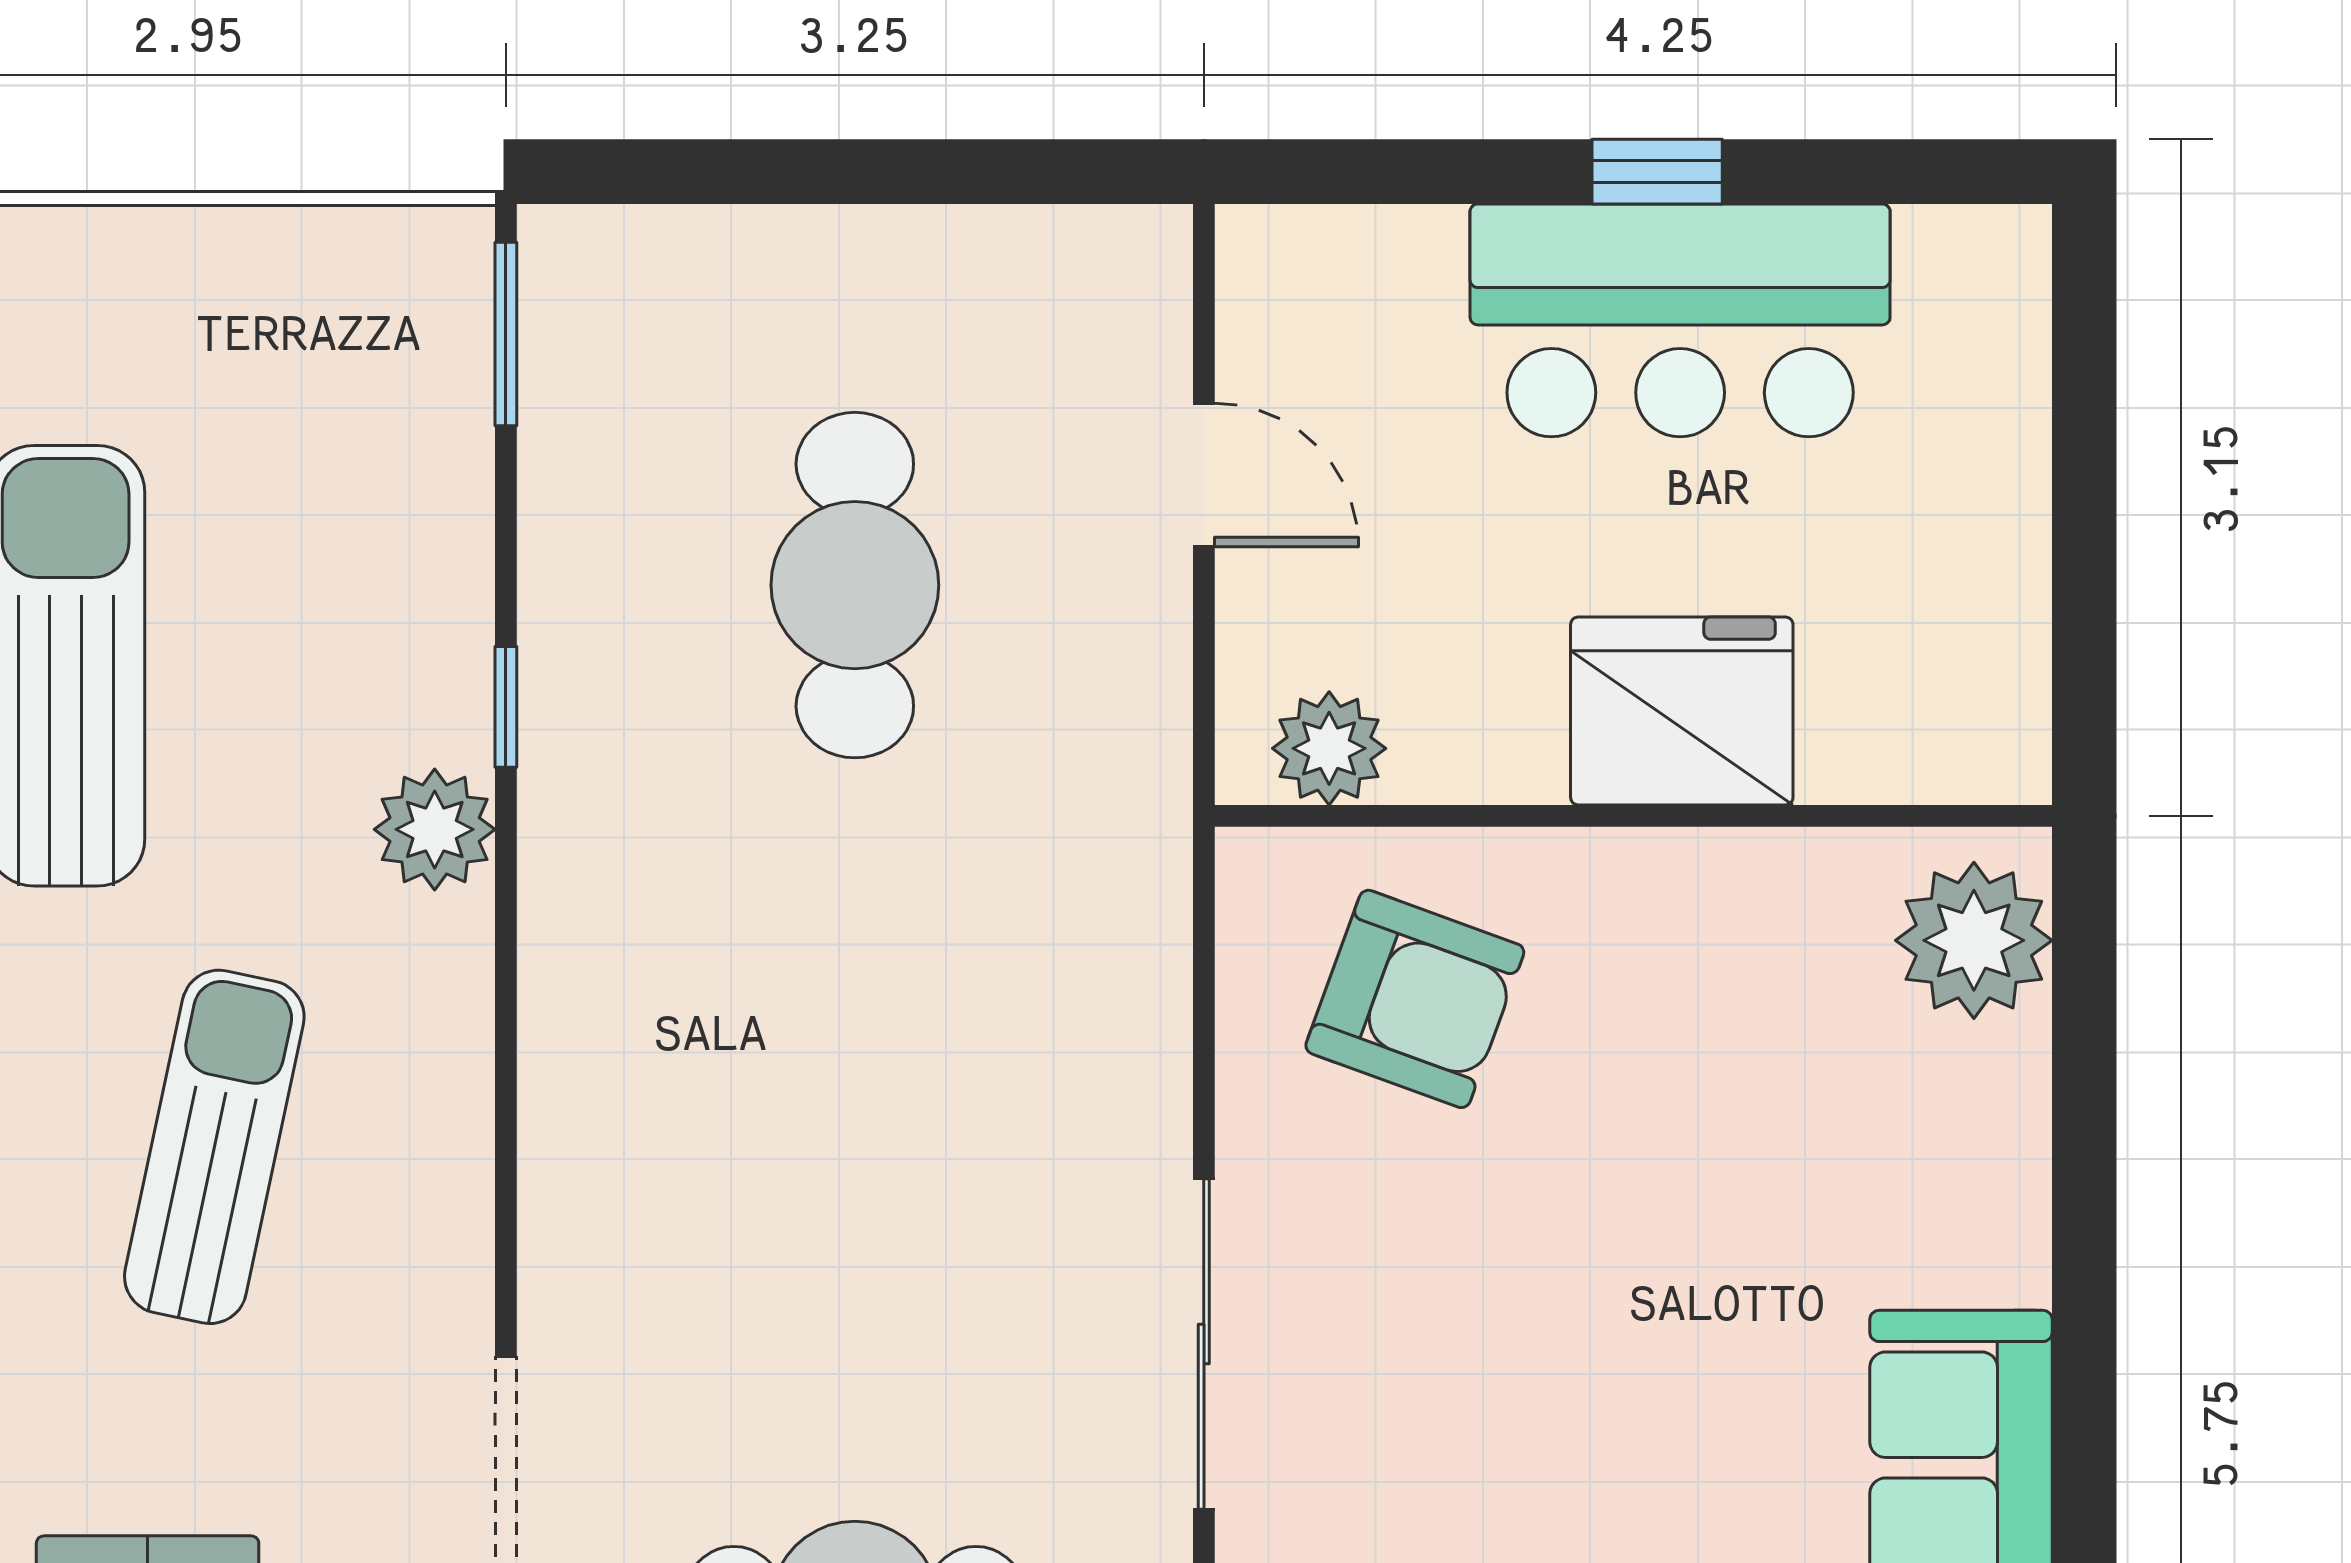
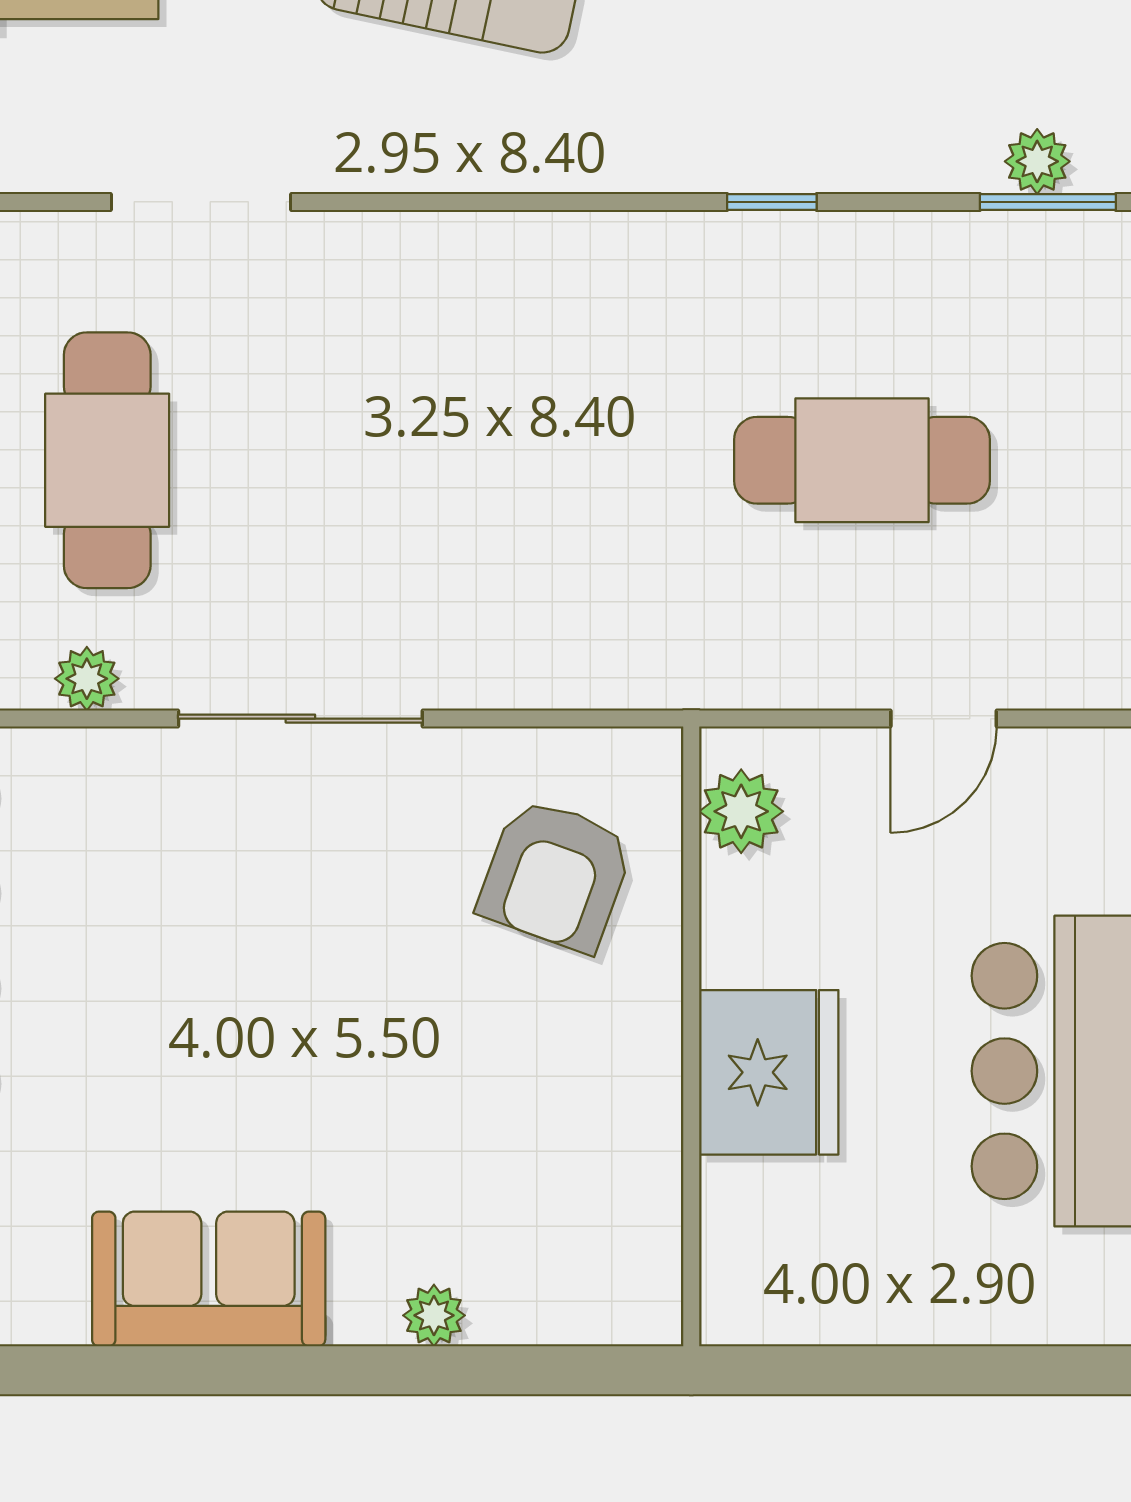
plant: (435, 829) -> (1037, 161), moved, width x0.73, depth x0.73
plant: (1974, 940) -> (434, 1315), moved, width x0.53, depth x0.53

